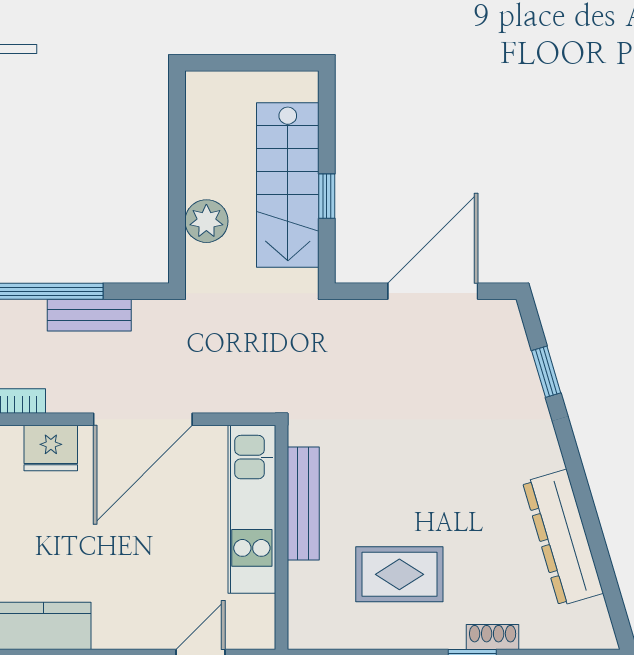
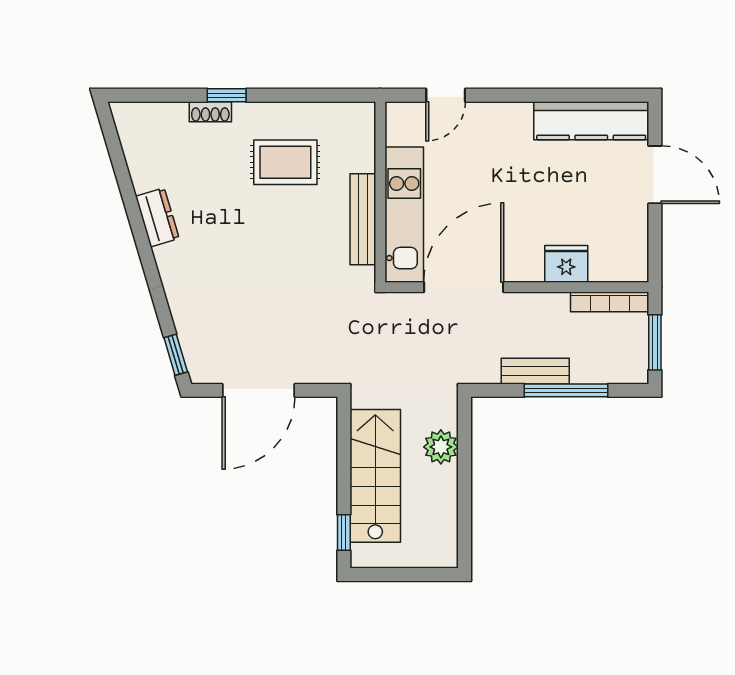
window: (327, 196) -> (344, 532), moved
window: (546, 372) -> (176, 355), moved
door: (143, 419) -> (464, 287), moved
dresser: (563, 538) -> (157, 217), width x0.51, depth x0.80

